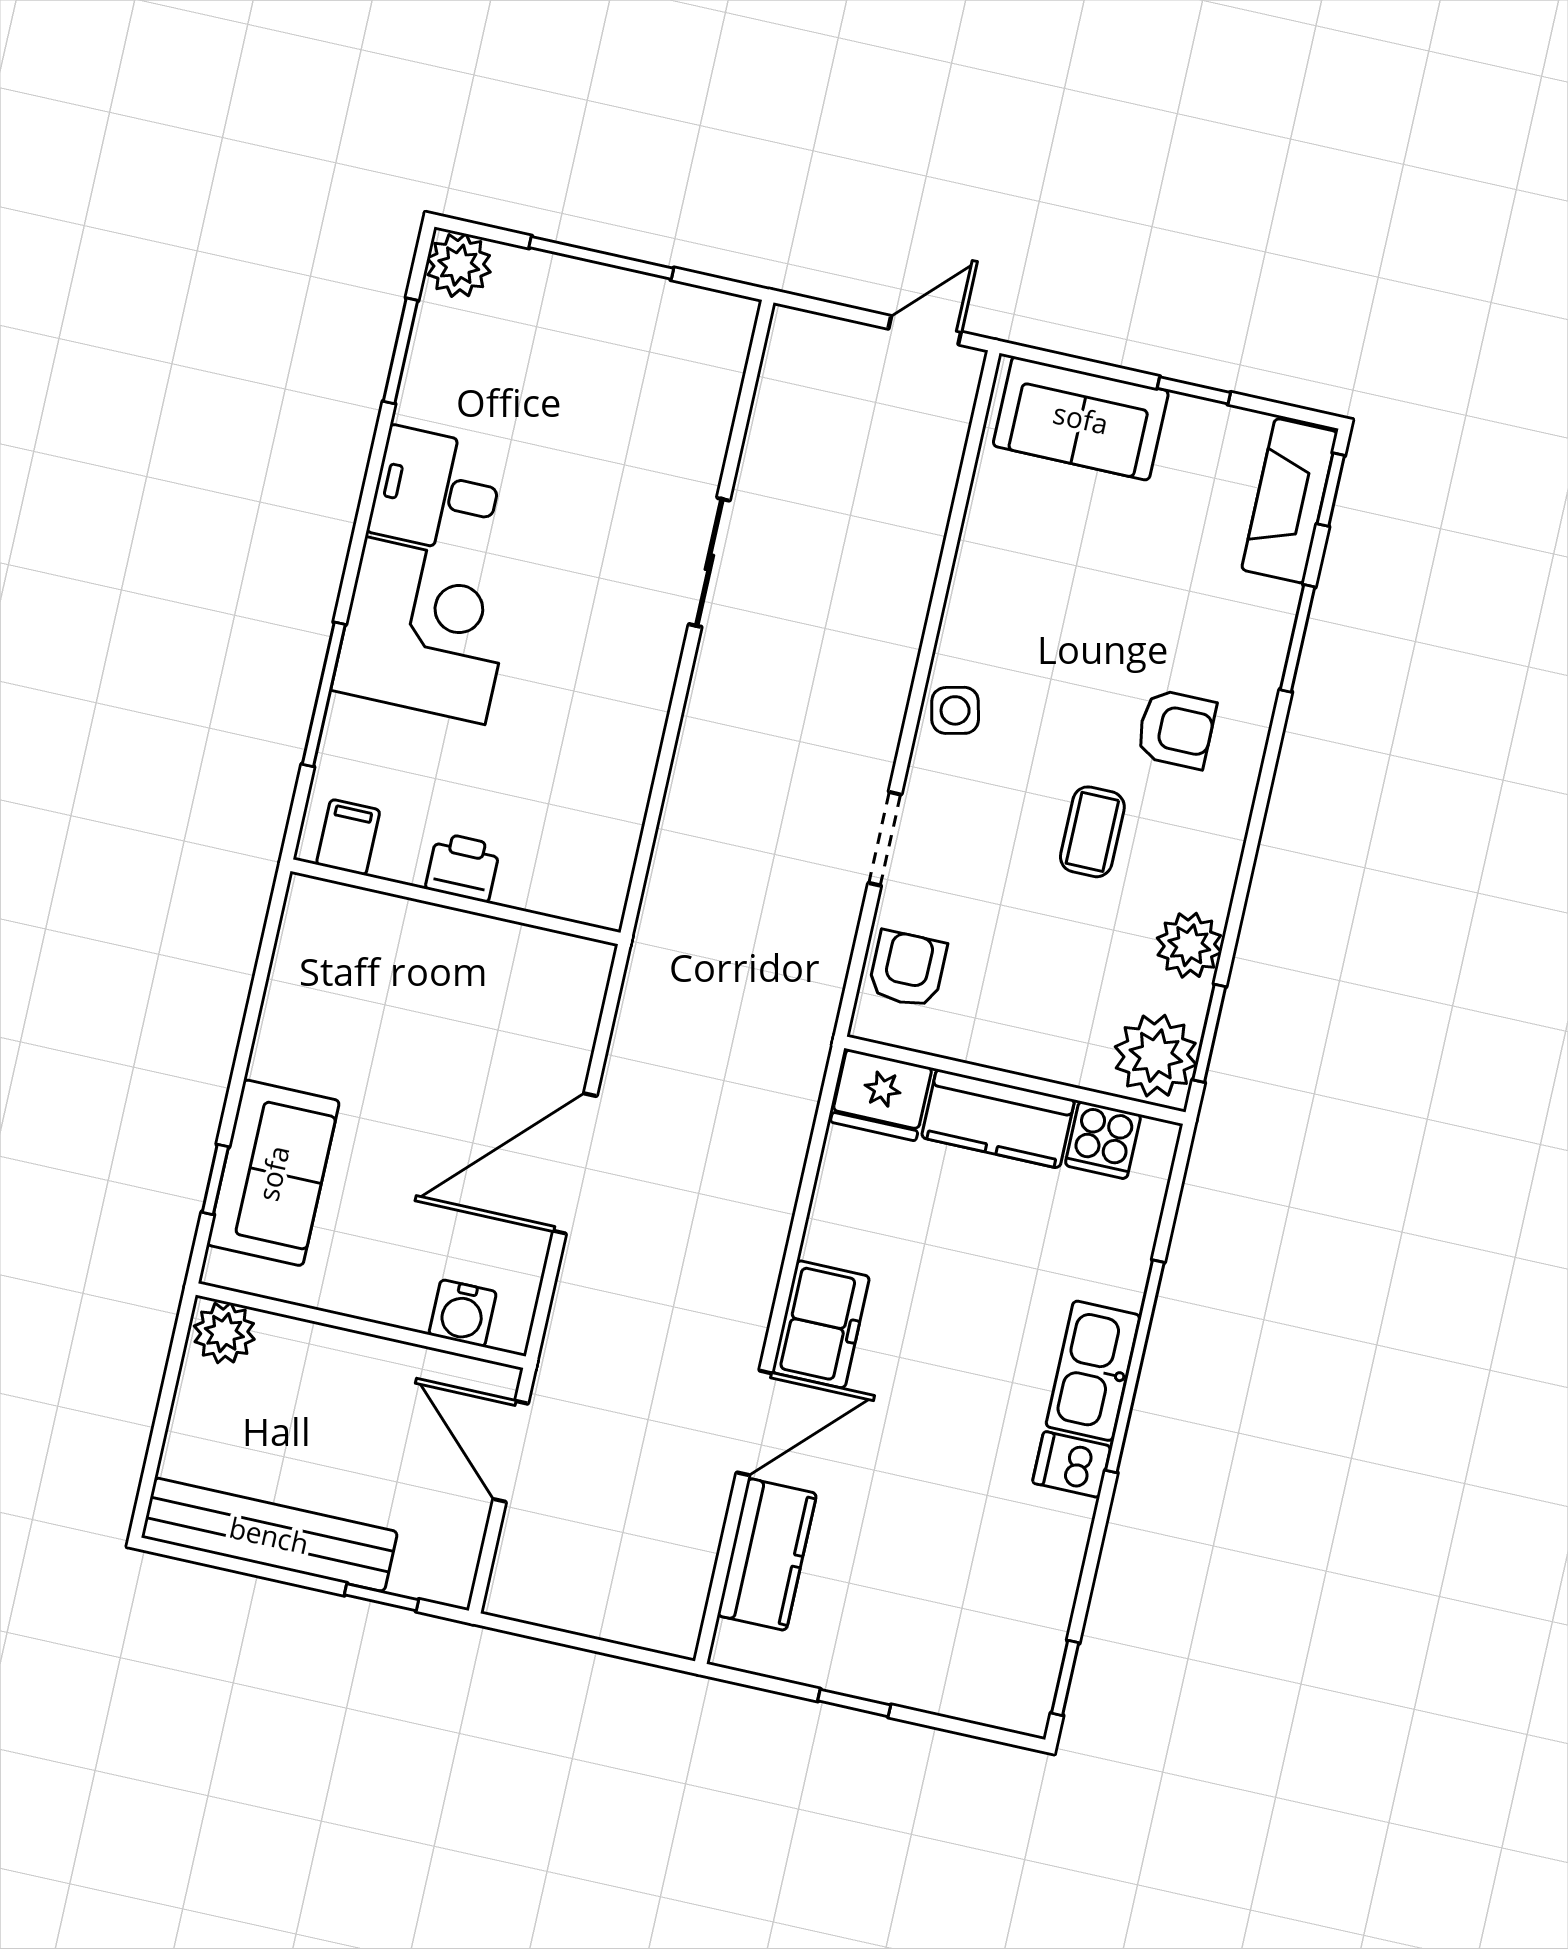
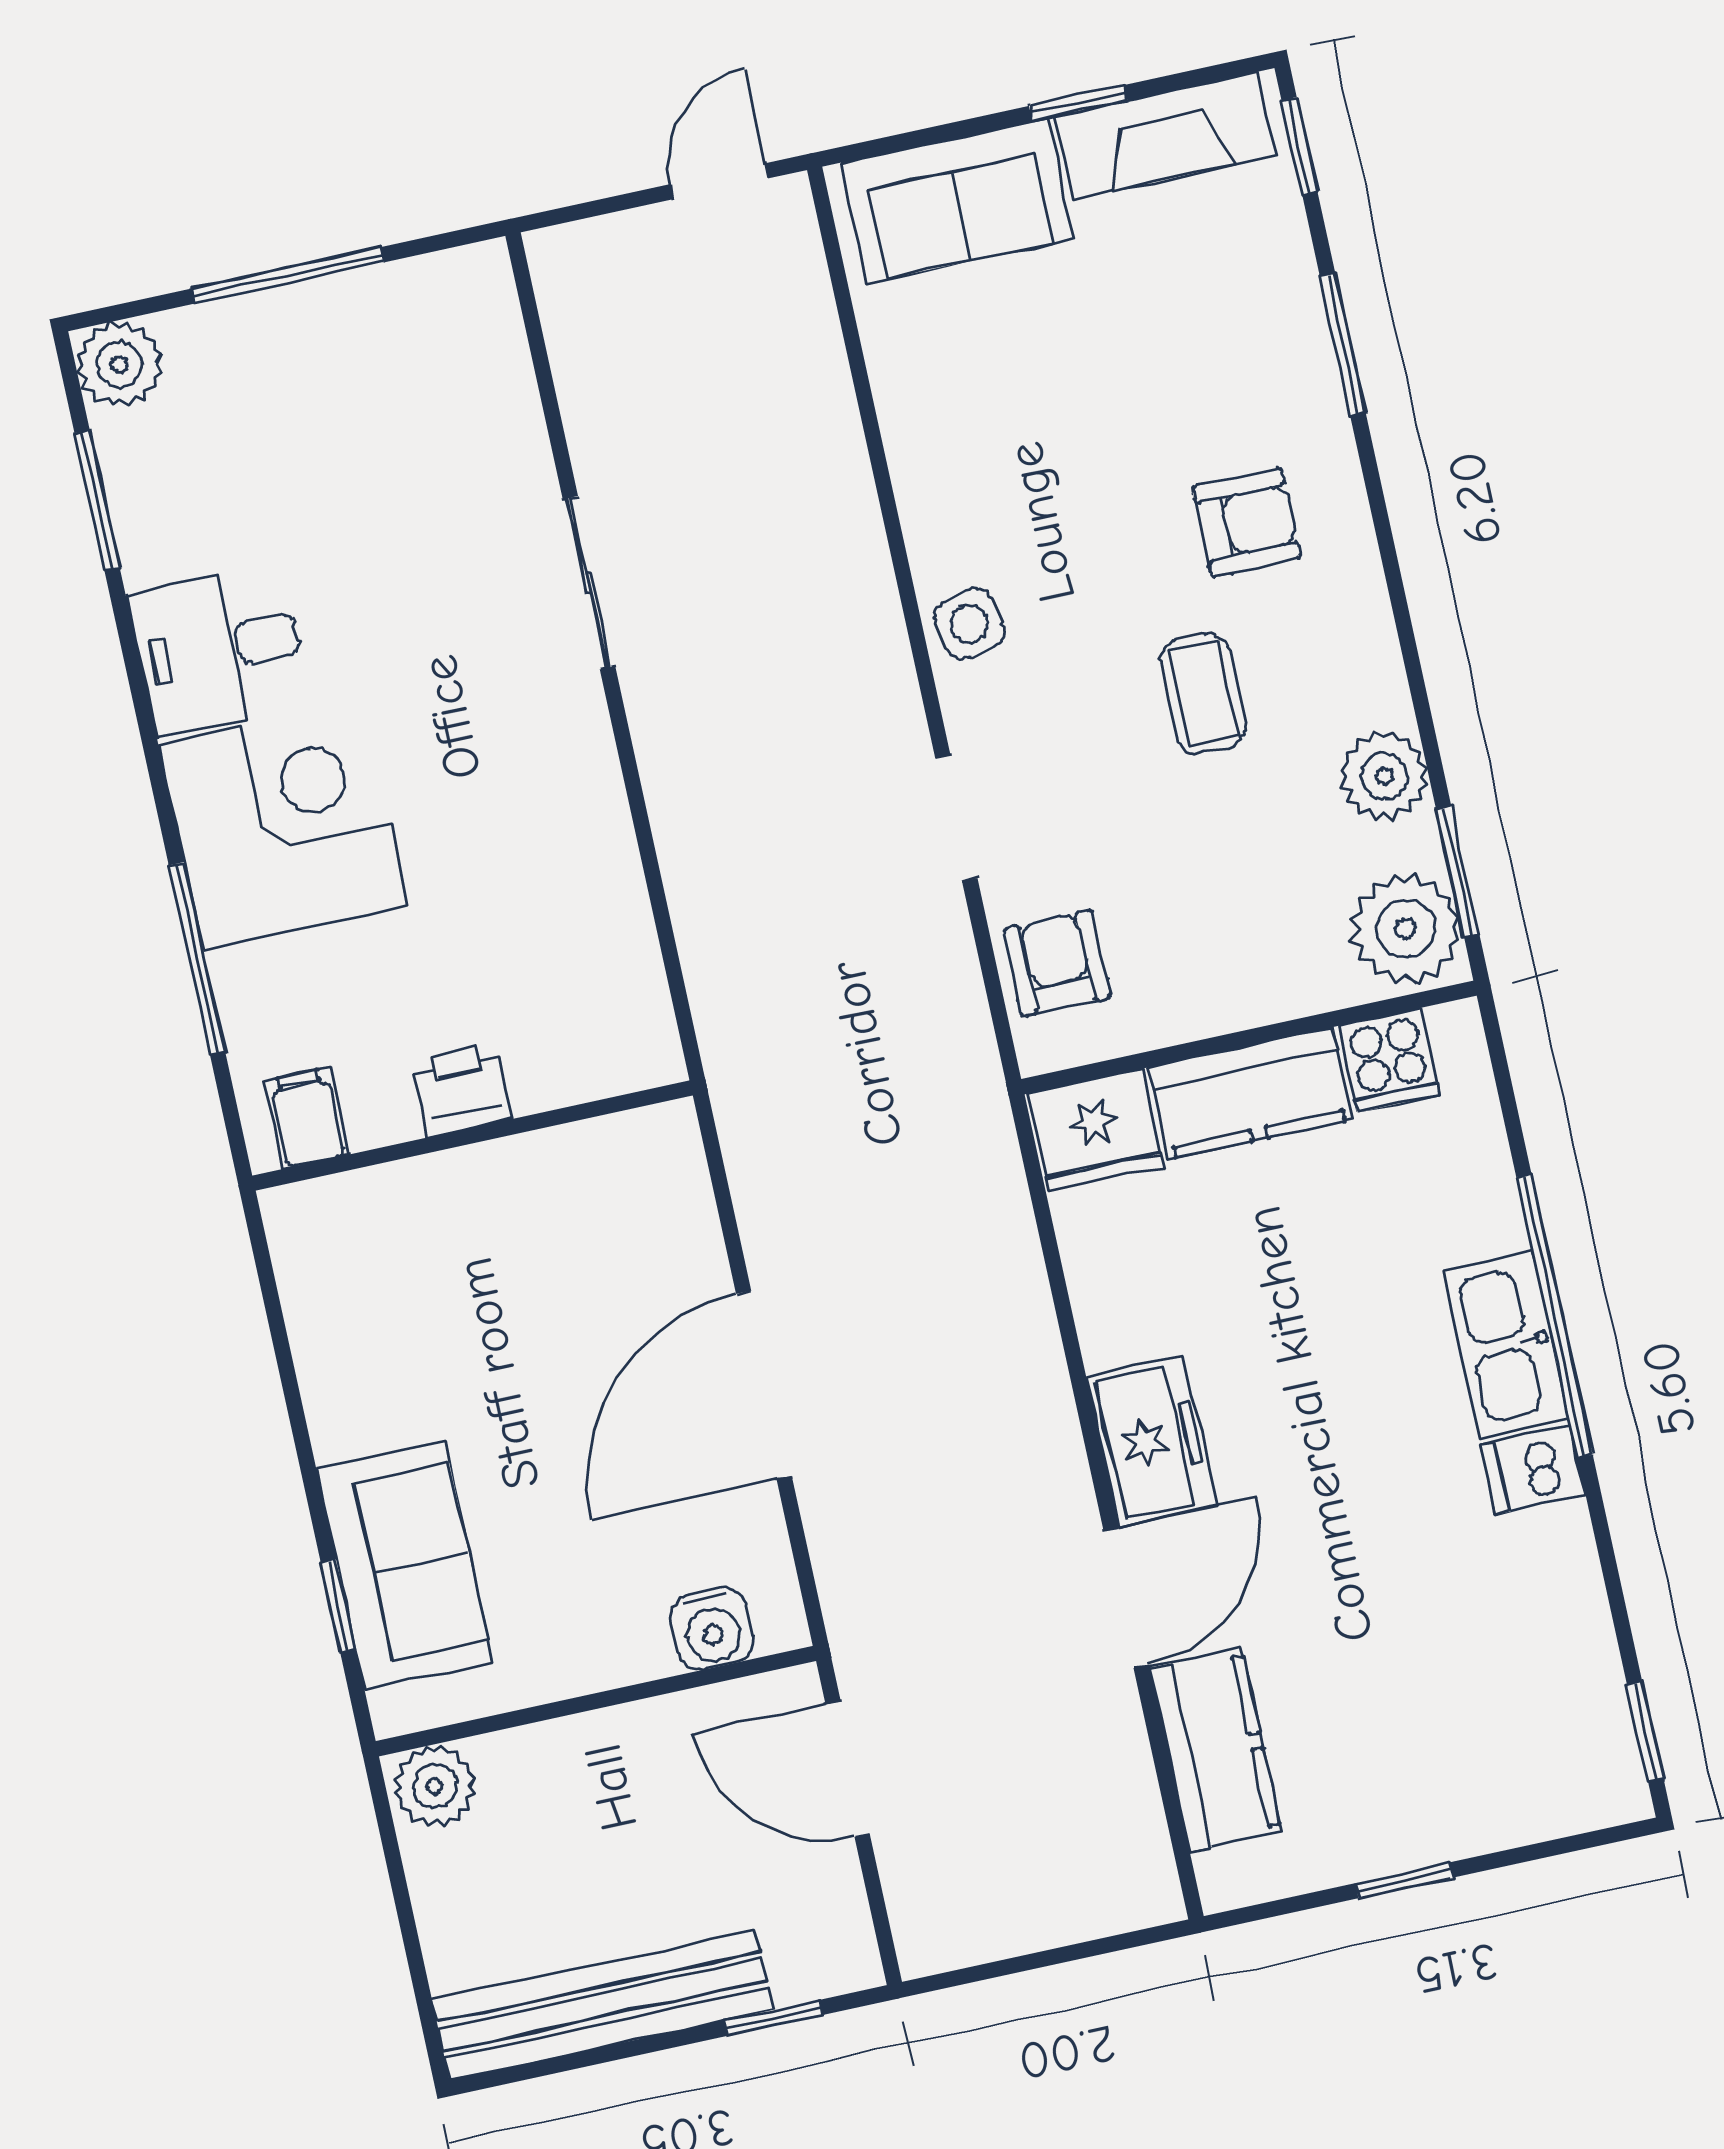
fireplace: (1290, 501) -> (1165, 136), moved, turned -90

